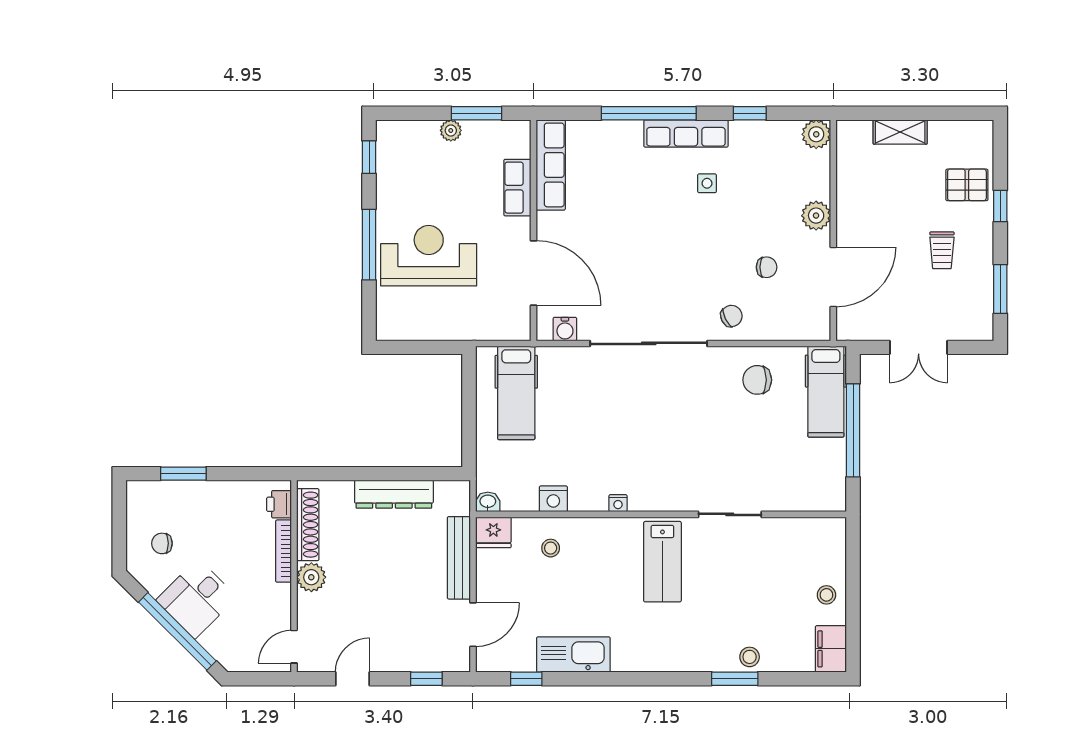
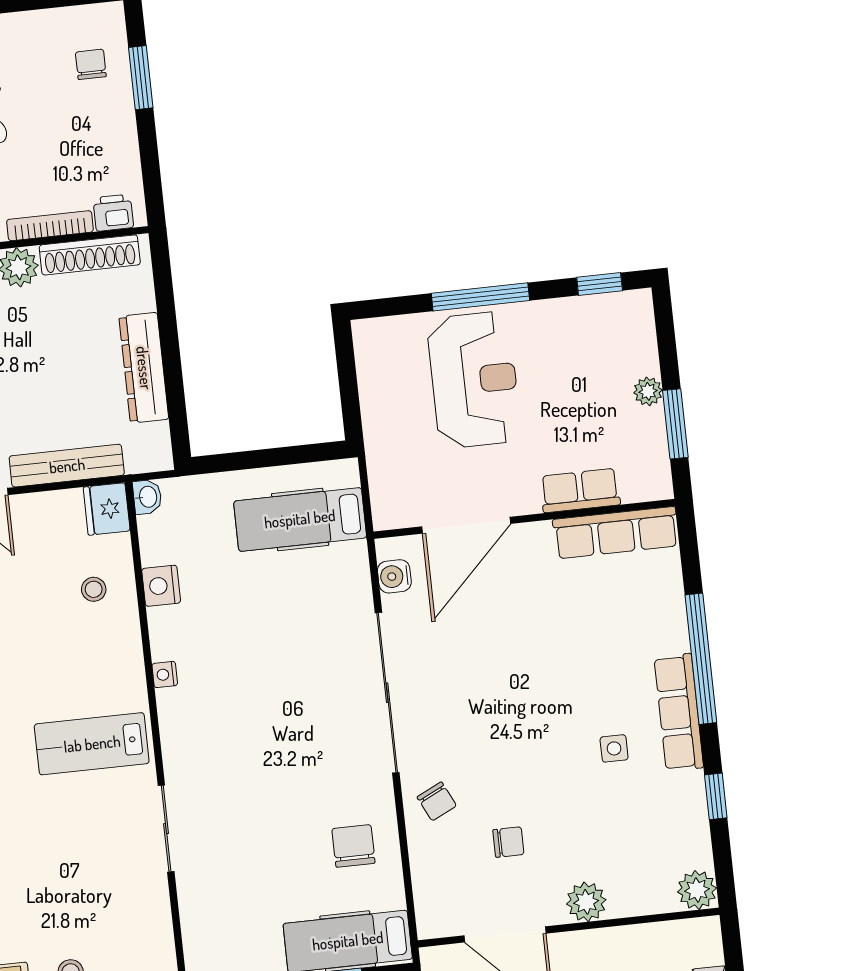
chair: (767, 267) -> (508, 842), turned -90
chair: (162, 543) -> (91, 64), moved

